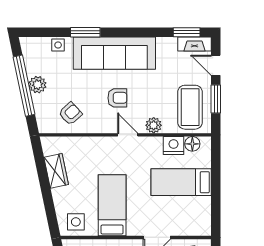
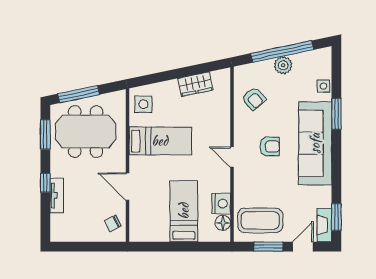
armchair: (117, 98) -> (270, 146), turned -90
plant: (154, 125) -> (242, 183), removed
door: (128, 135) -> (232, 157), swing flipped

